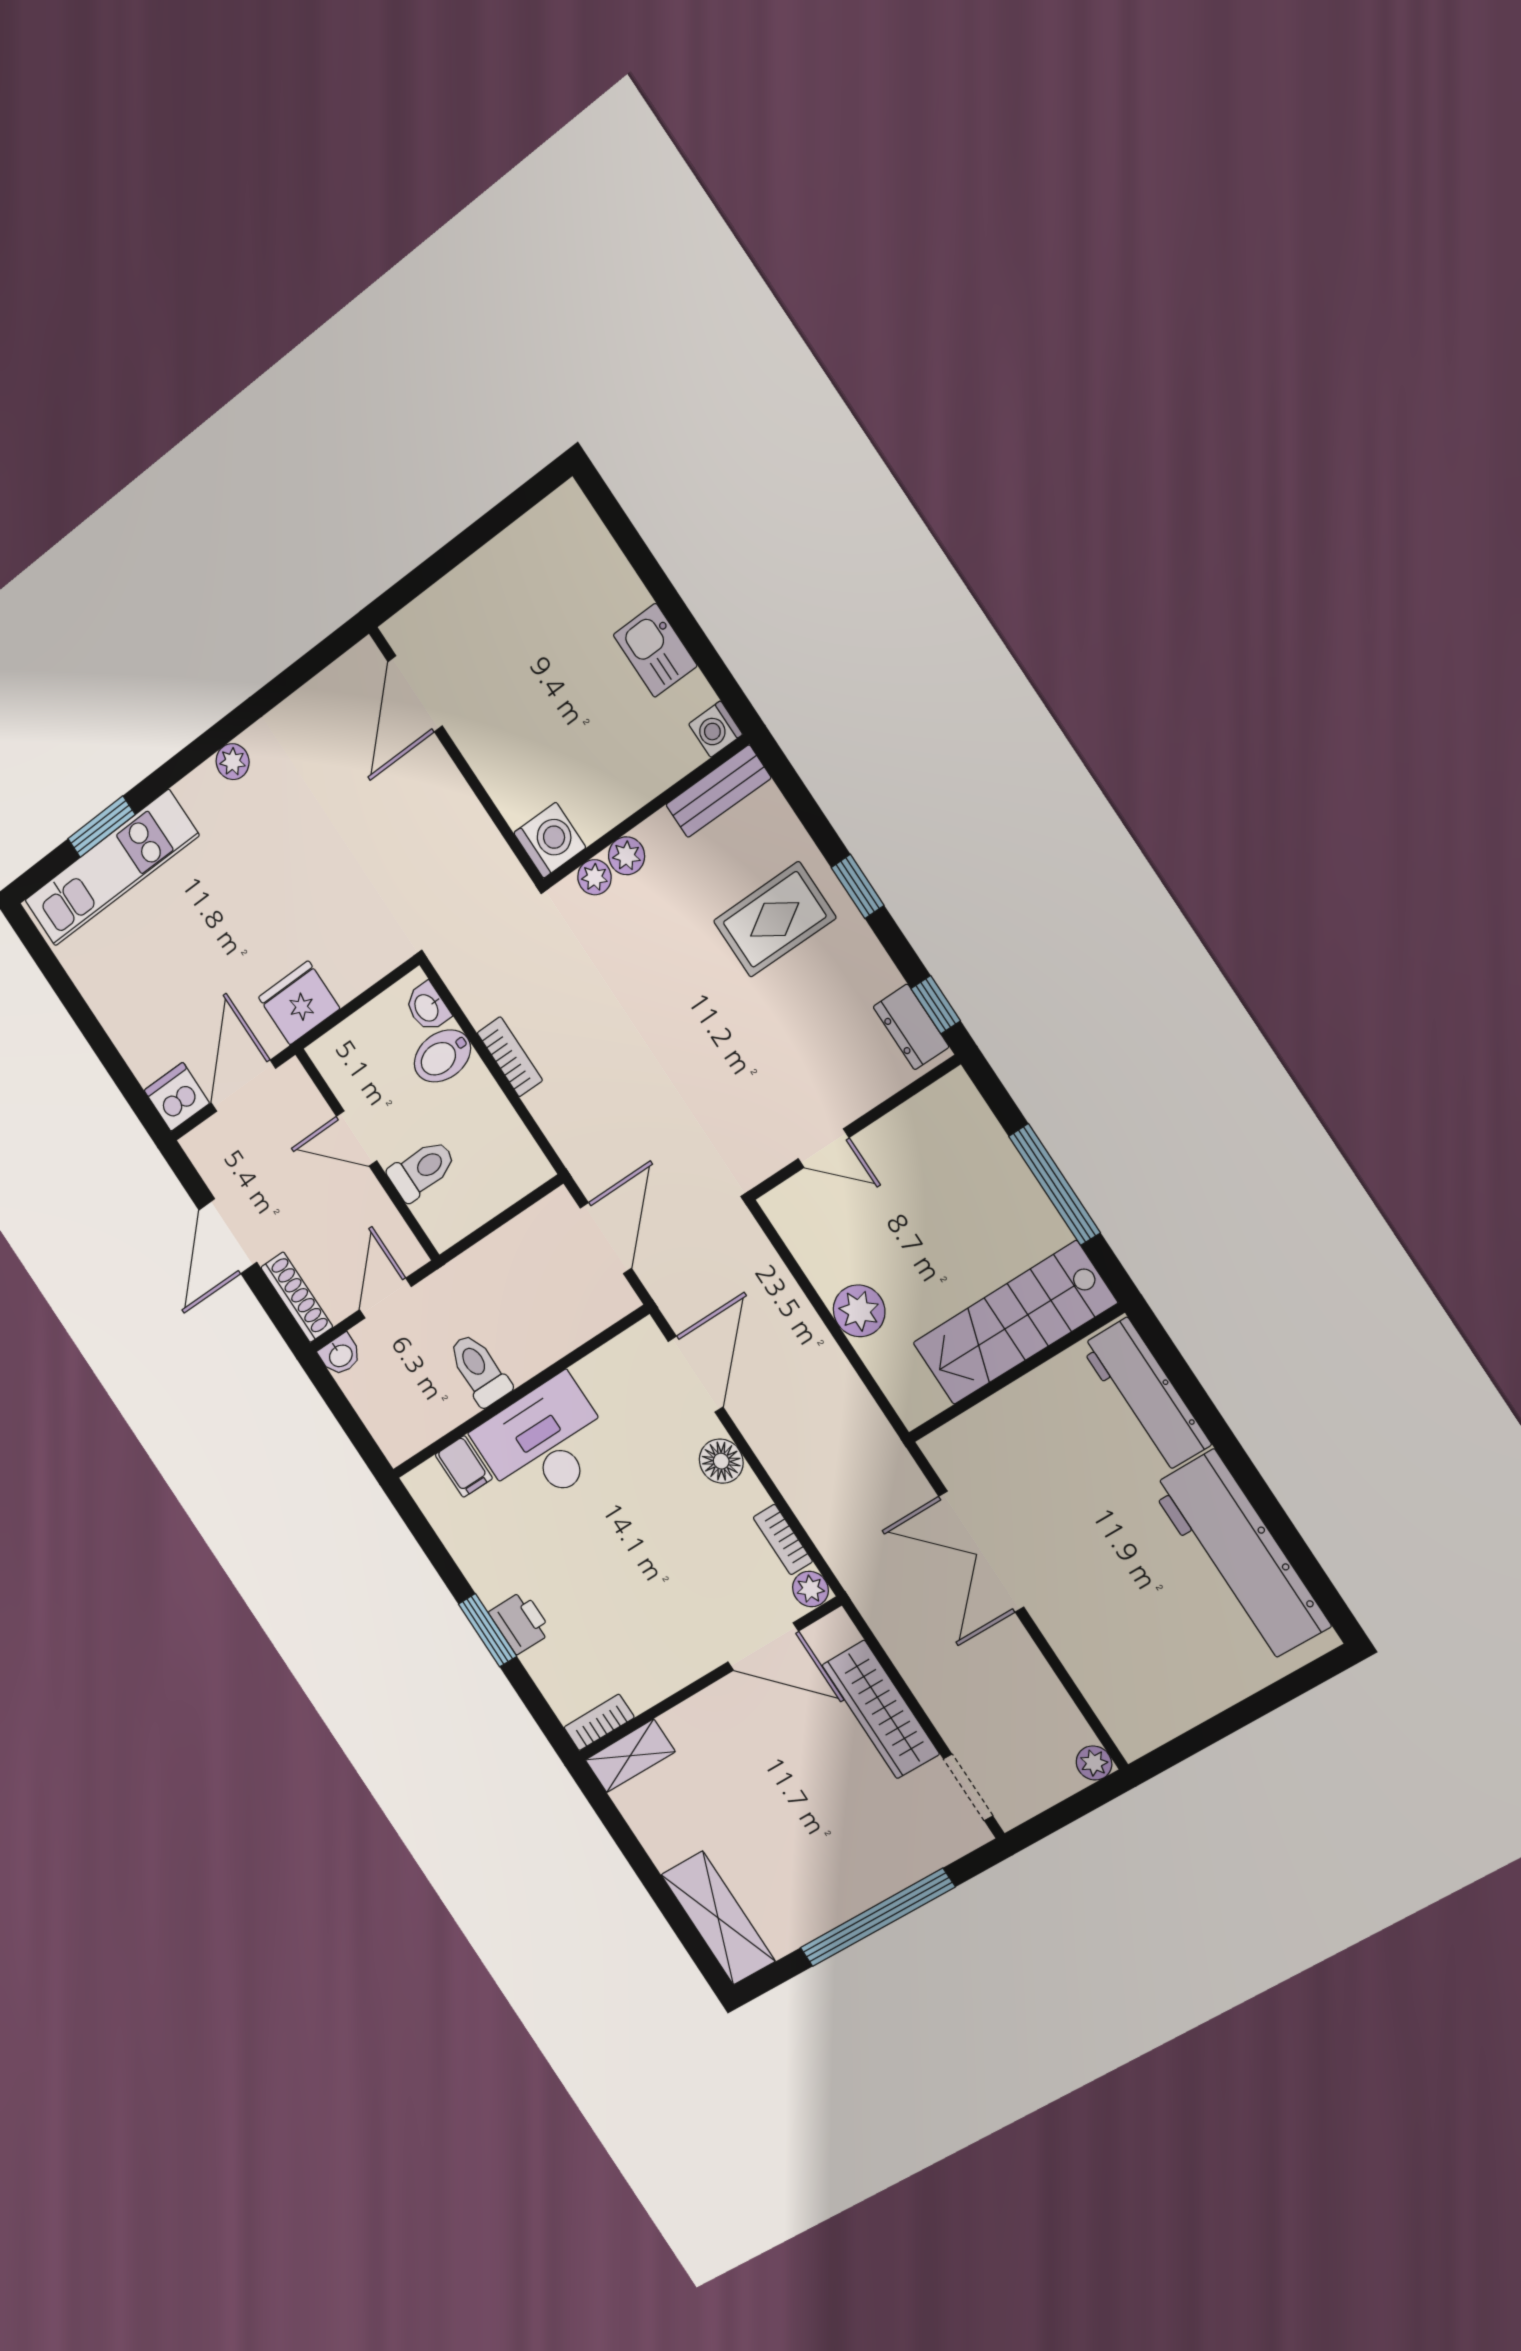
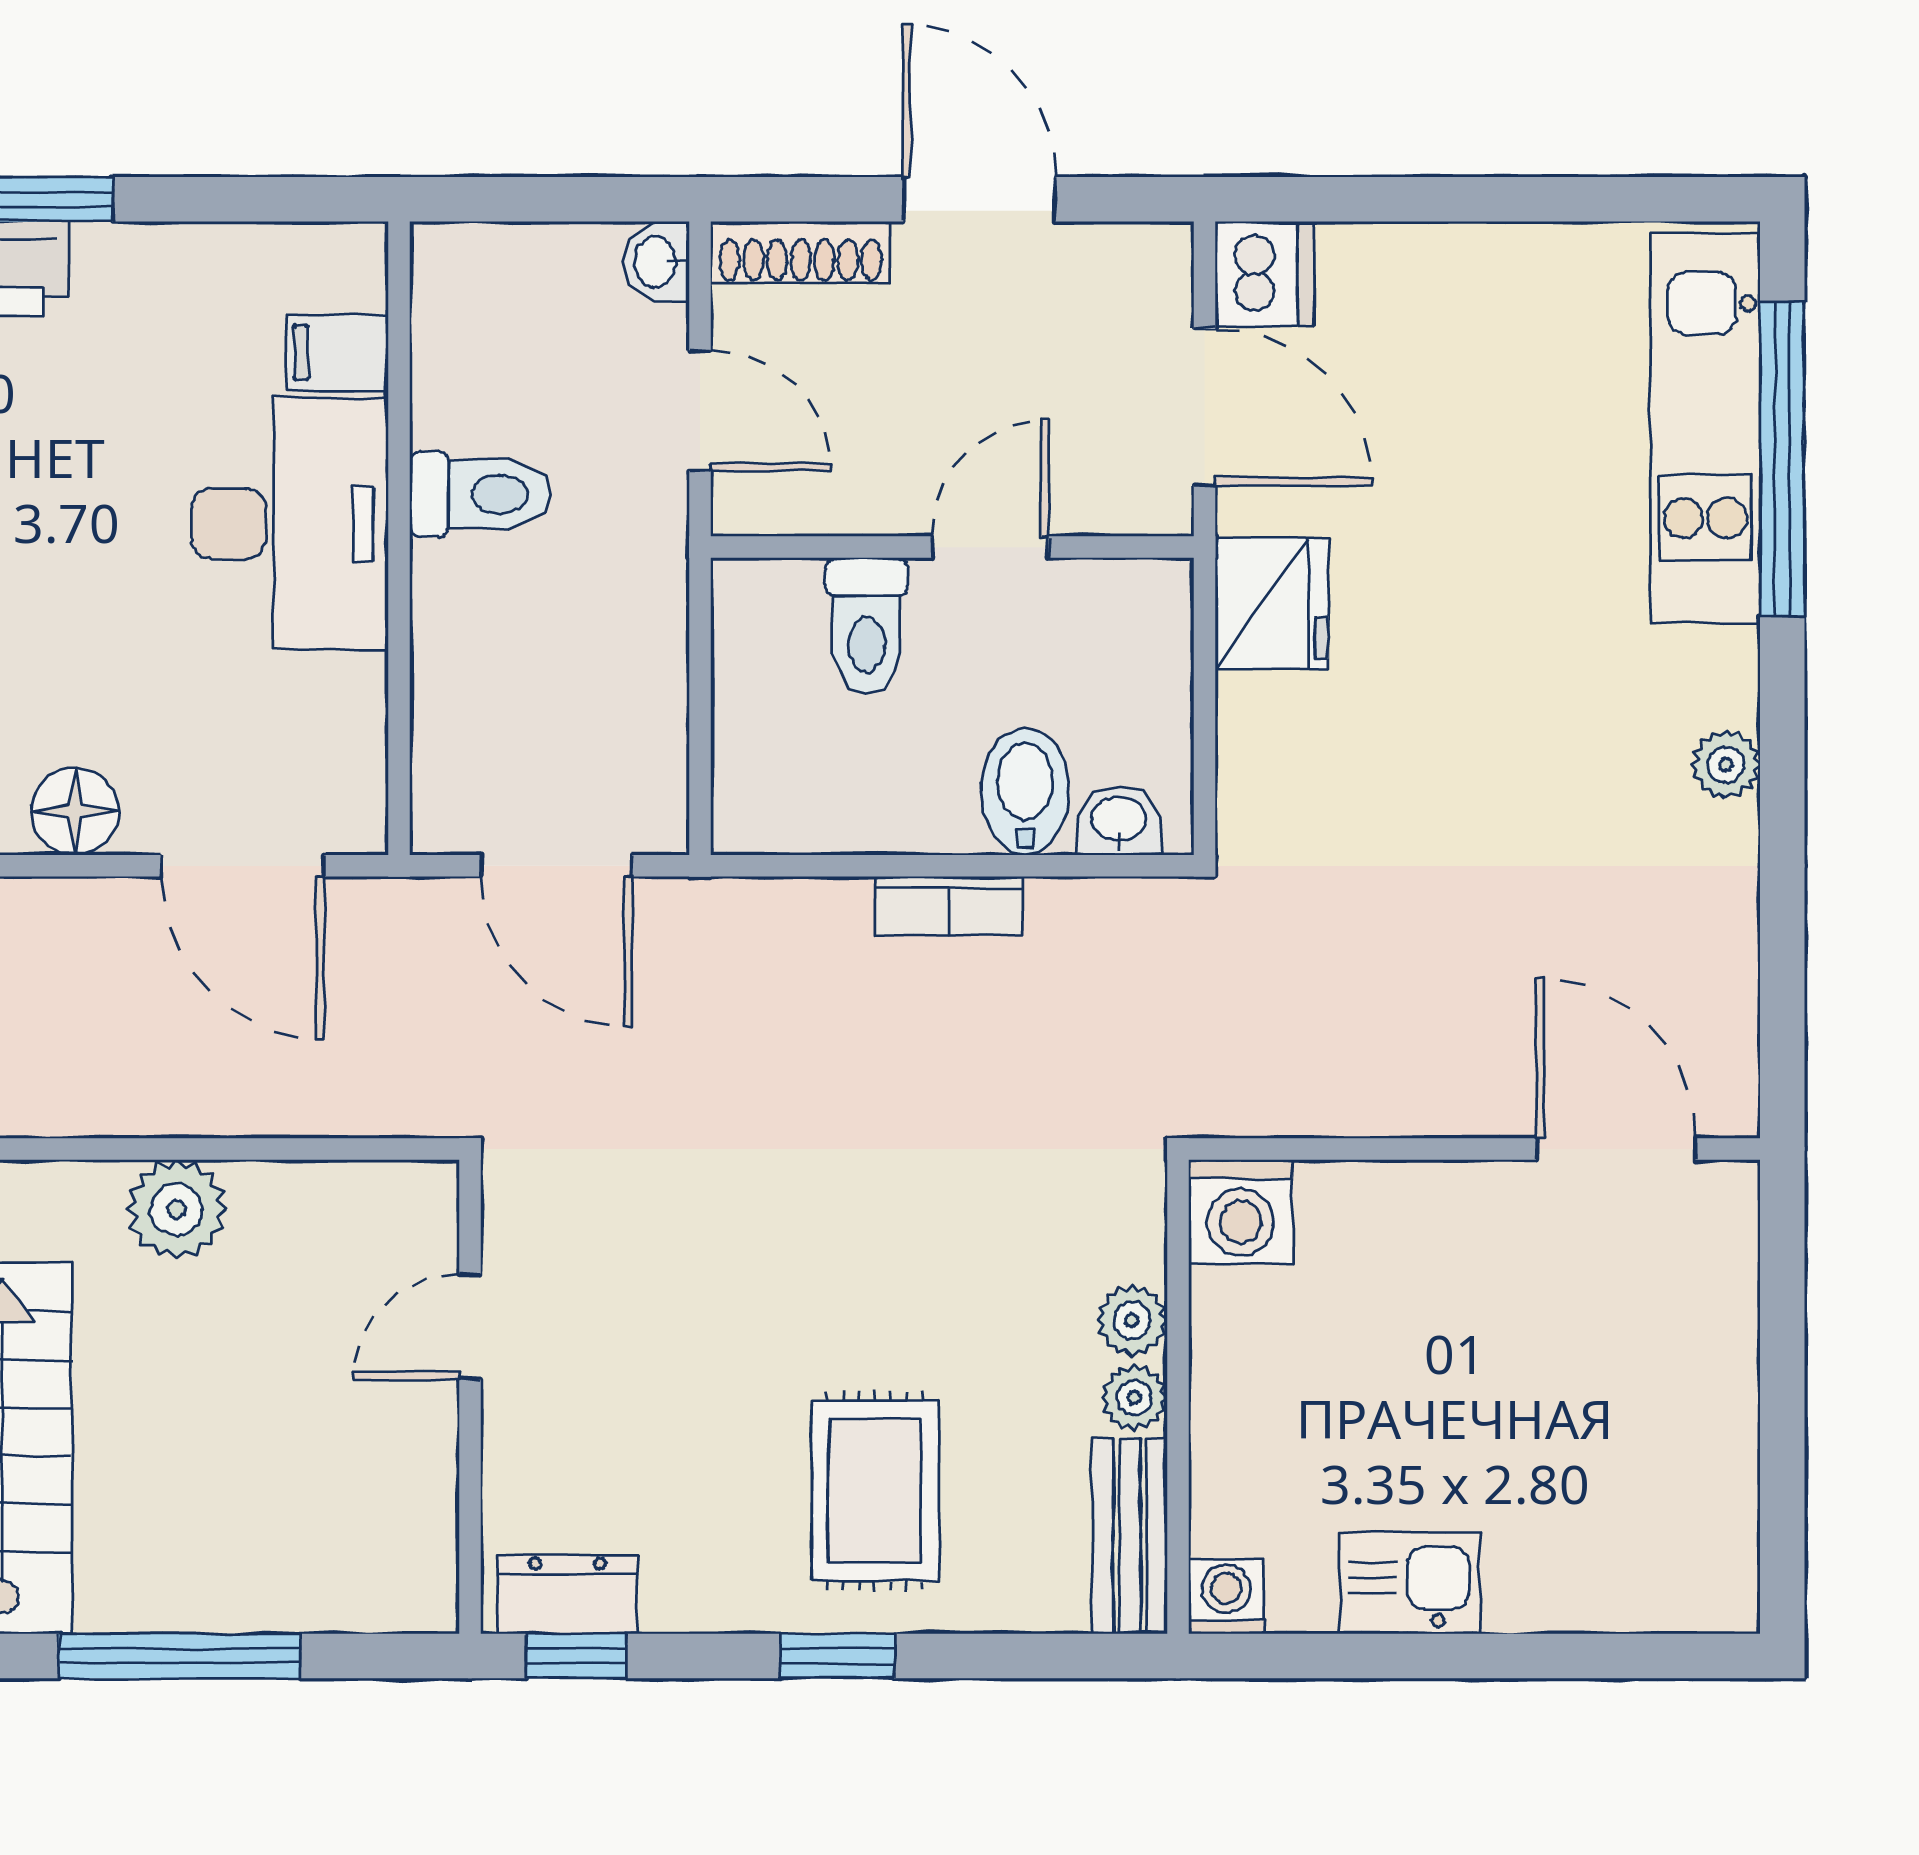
window: (101, 827) -> (1782, 459), width x2.11
plant: (594, 877) -> (1134, 1398), moved

